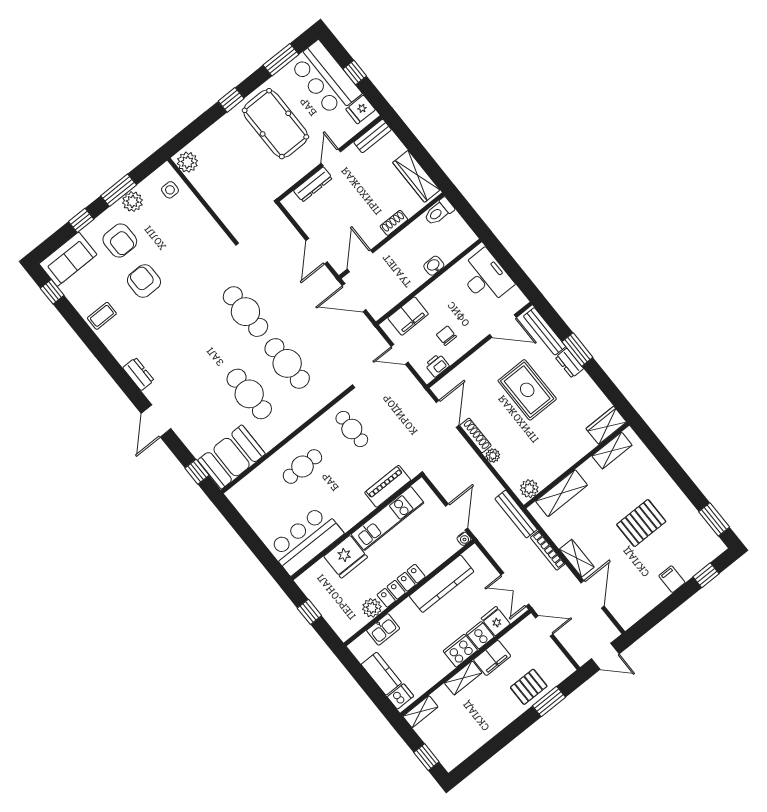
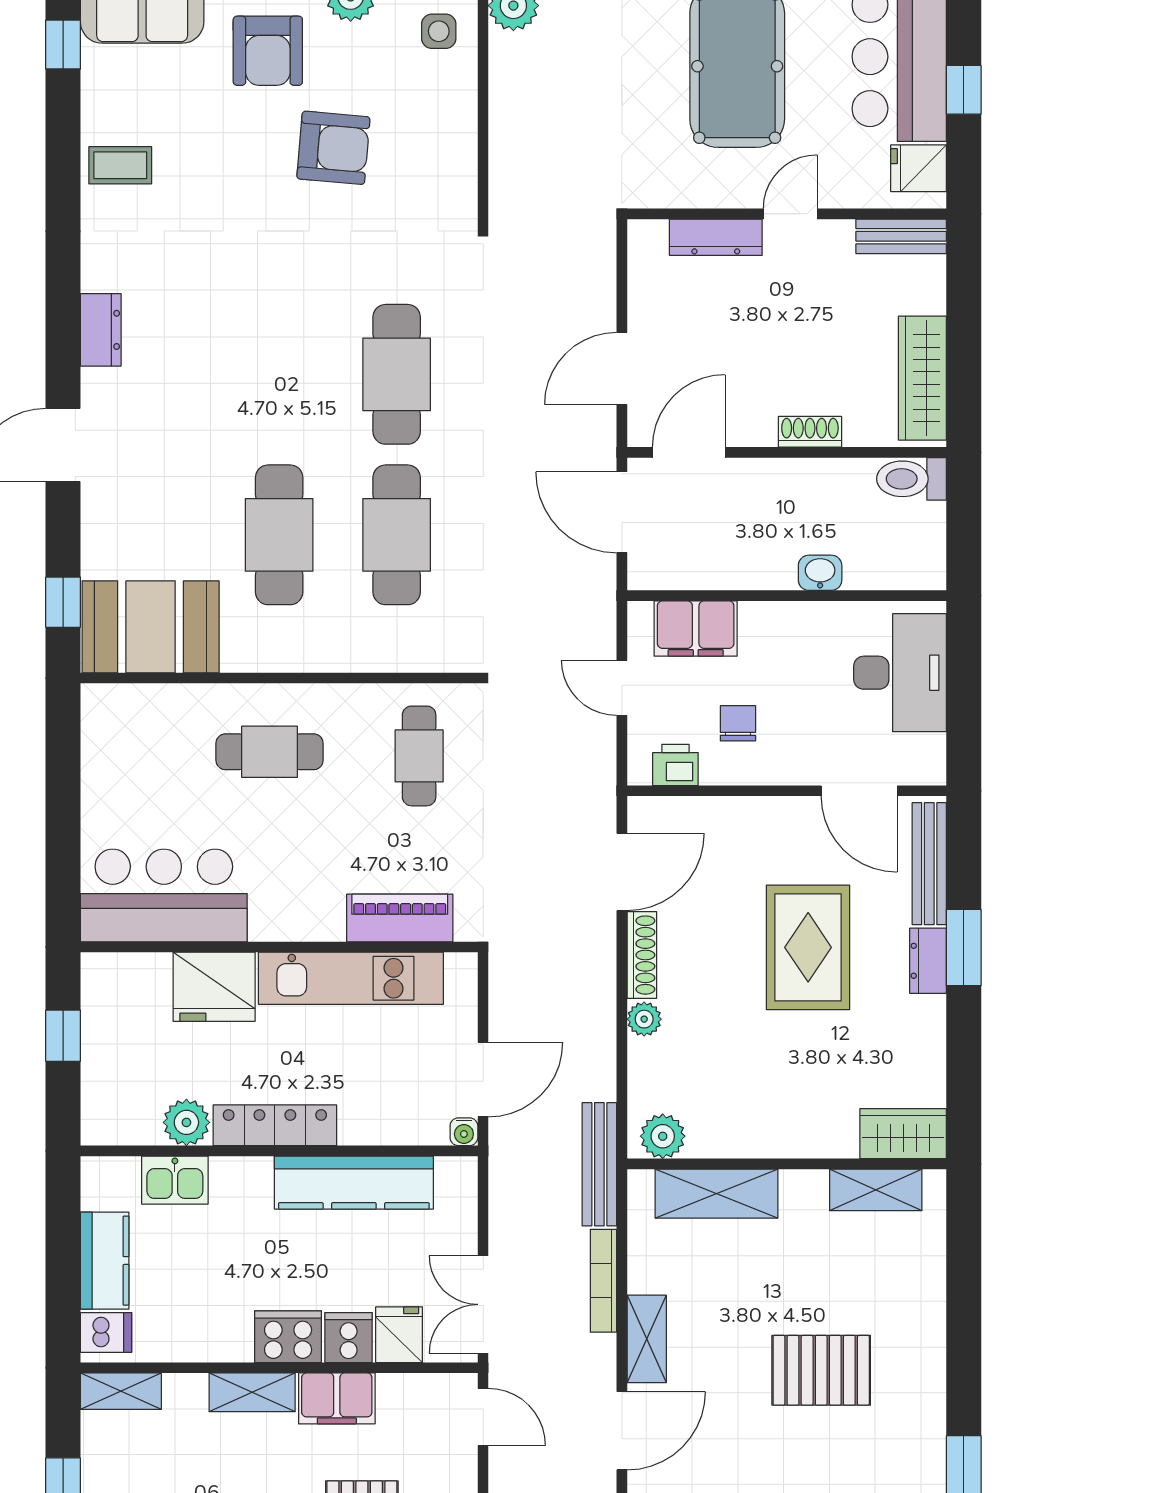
armchair: (144, 281) -> (333, 148), moved, turned 95

